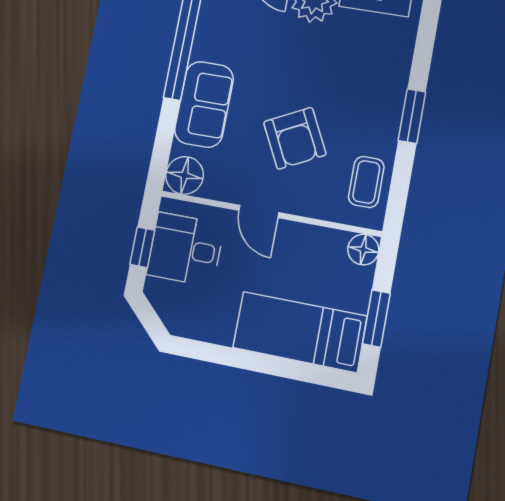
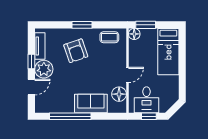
armchair: (295, 138) -> (76, 51), moved, turned 98
floor lamp: (185, 175) -> (119, 94), moved
window: (376, 319) -> (146, 25), moved

